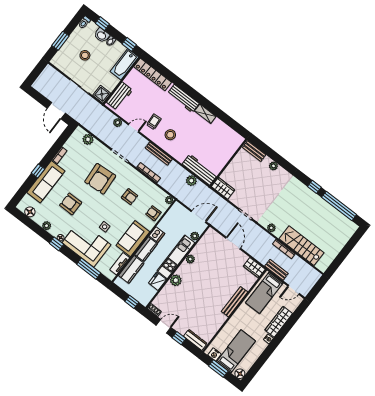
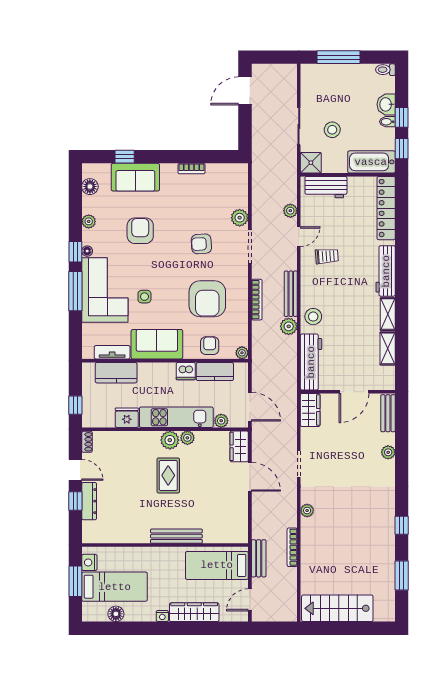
window: (102, 24) -> (402, 117), moved
window: (60, 41) -> (338, 57), width x1.44
stool: (85, 55) -> (332, 130), moved
door: (56, 111) -> (245, 91), moved
shelving: (222, 127) -> (388, 348), added
door: (134, 128) -> (299, 237), hinge flipped
stool: (170, 135) -> (313, 317), moved
plant: (88, 139) -> (240, 218), moved
door: (231, 160) -> (354, 392), added
window: (38, 171) -> (125, 157), moved
armchair: (100, 179) -> (201, 244), width x0.53, depth x0.53
plant: (191, 181) -> (289, 326), moved
sofa: (46, 182) -> (135, 177), width x0.73
armchair: (130, 197) -> (207, 299), width x1.88, depth x1.88
window: (339, 206) -> (402, 575), width x0.47
door: (233, 243) -> (250, 477), hinge flipped
stairs: (302, 246) -> (337, 608), moved, turned -90
kitchen counter: (146, 249) -> (215, 372), moved
wardrobe: (254, 268) -> (239, 446), moved
window: (89, 269) -> (75, 291), moved
plant: (176, 280) -> (170, 440), moved
rug: (202, 283) -> (168, 475), added
door: (294, 290) -> (250, 600), hinge flipped
dresser: (195, 340) -> (89, 501), moved
floor lamp: (240, 374) -> (116, 614), moved

